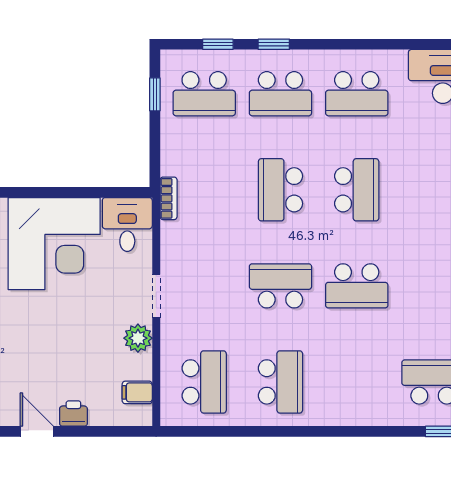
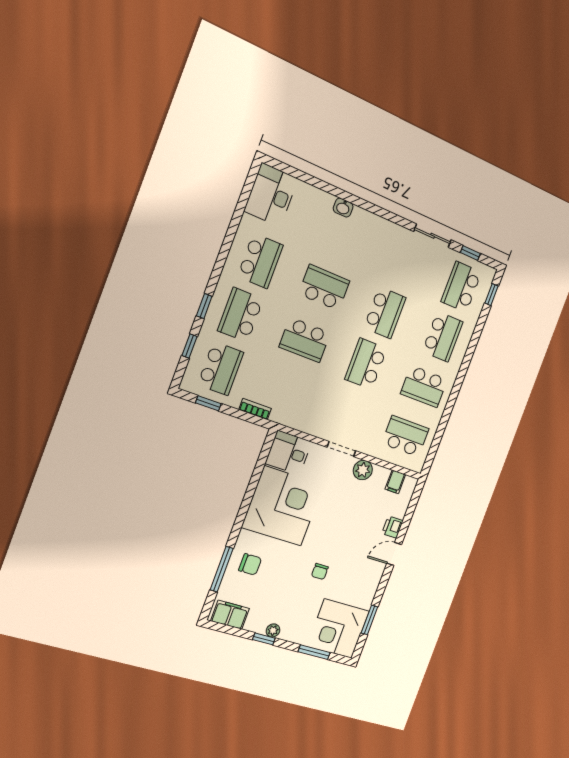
school desk: (280, 94) -> (240, 315), turned 180
bookcase: (169, 198) -> (255, 409), moved
school desk: (280, 382) -> (424, 386), turned 180
school desk: (357, 382) -> (443, 337), added

